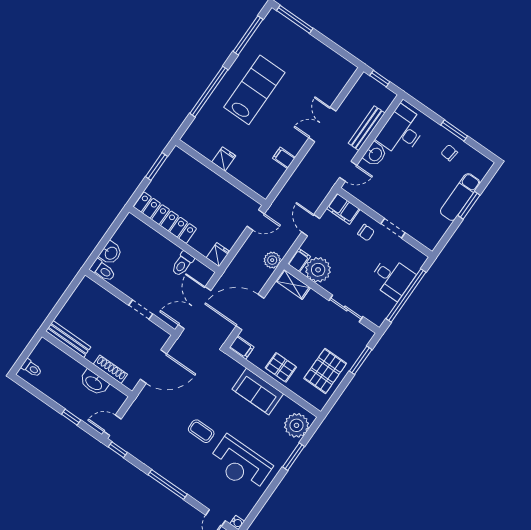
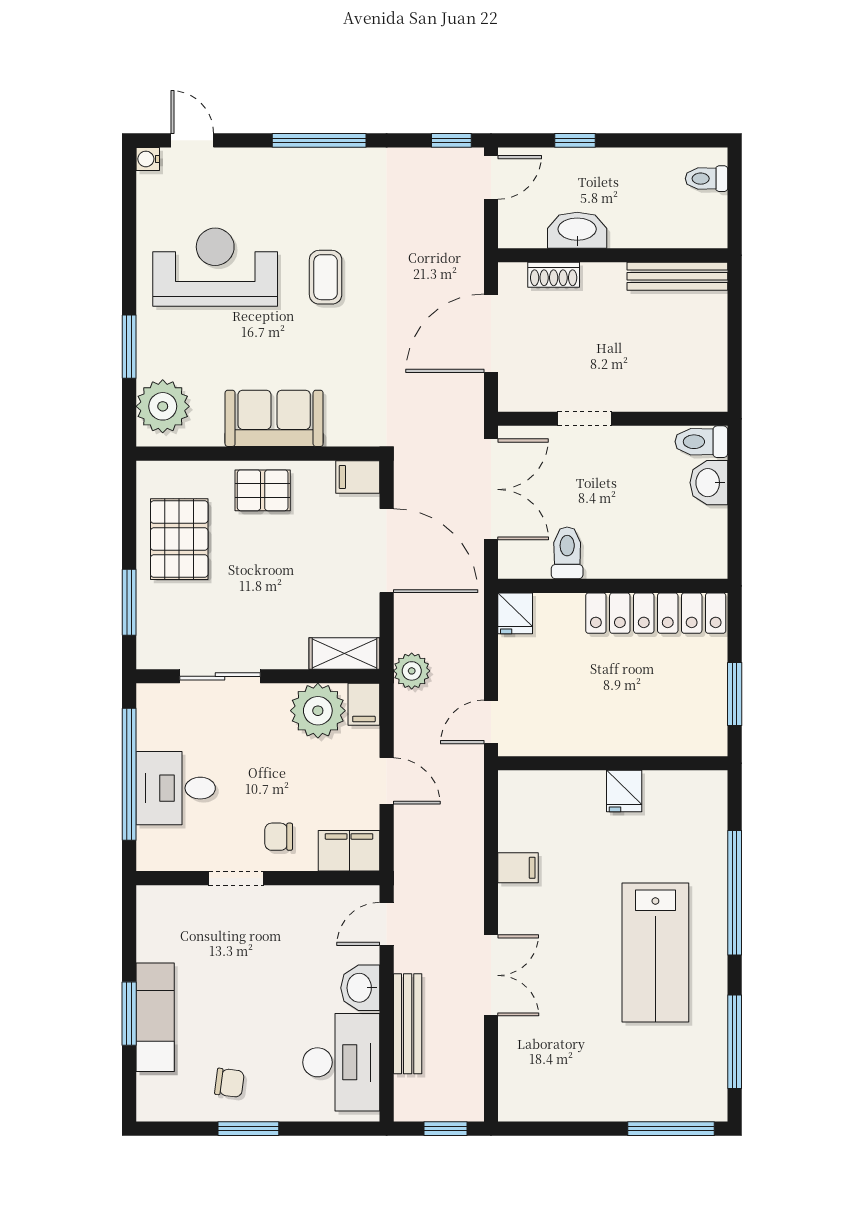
door: (250, 312) -> (387, 551), hinge flipped
shoe rack: (110, 369) -> (554, 275), width x0.70
coffee table: (201, 431) -> (326, 277), turned 90

